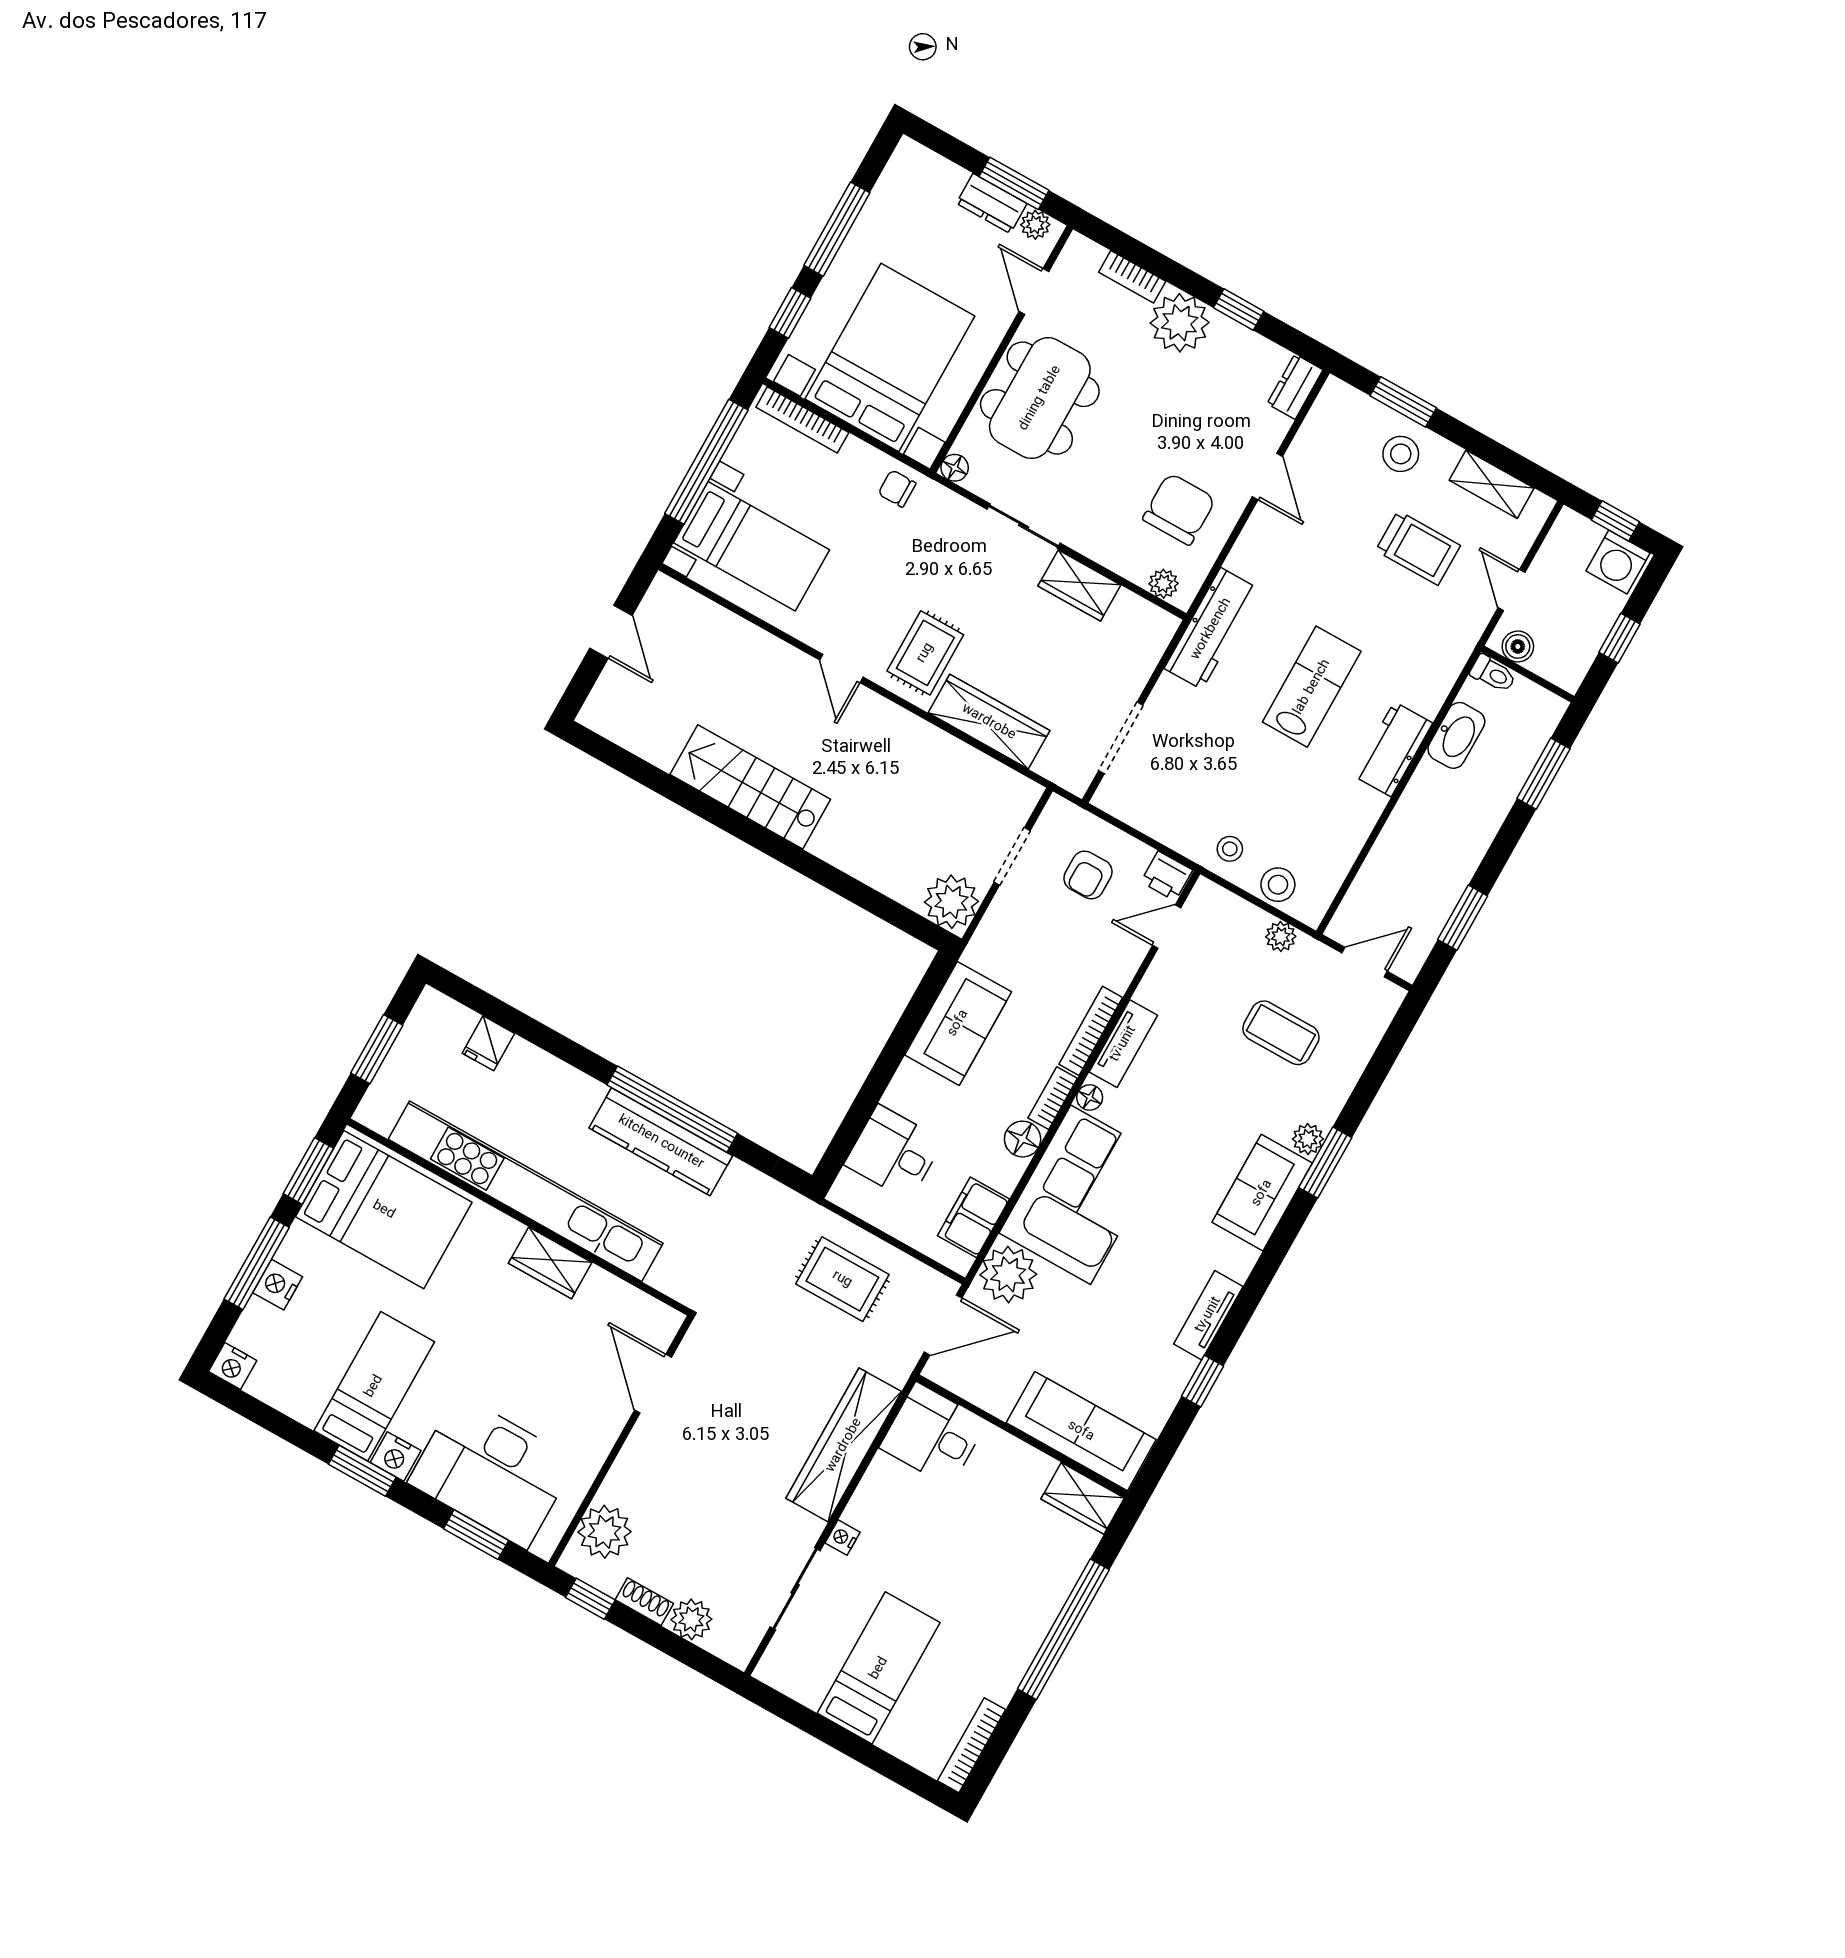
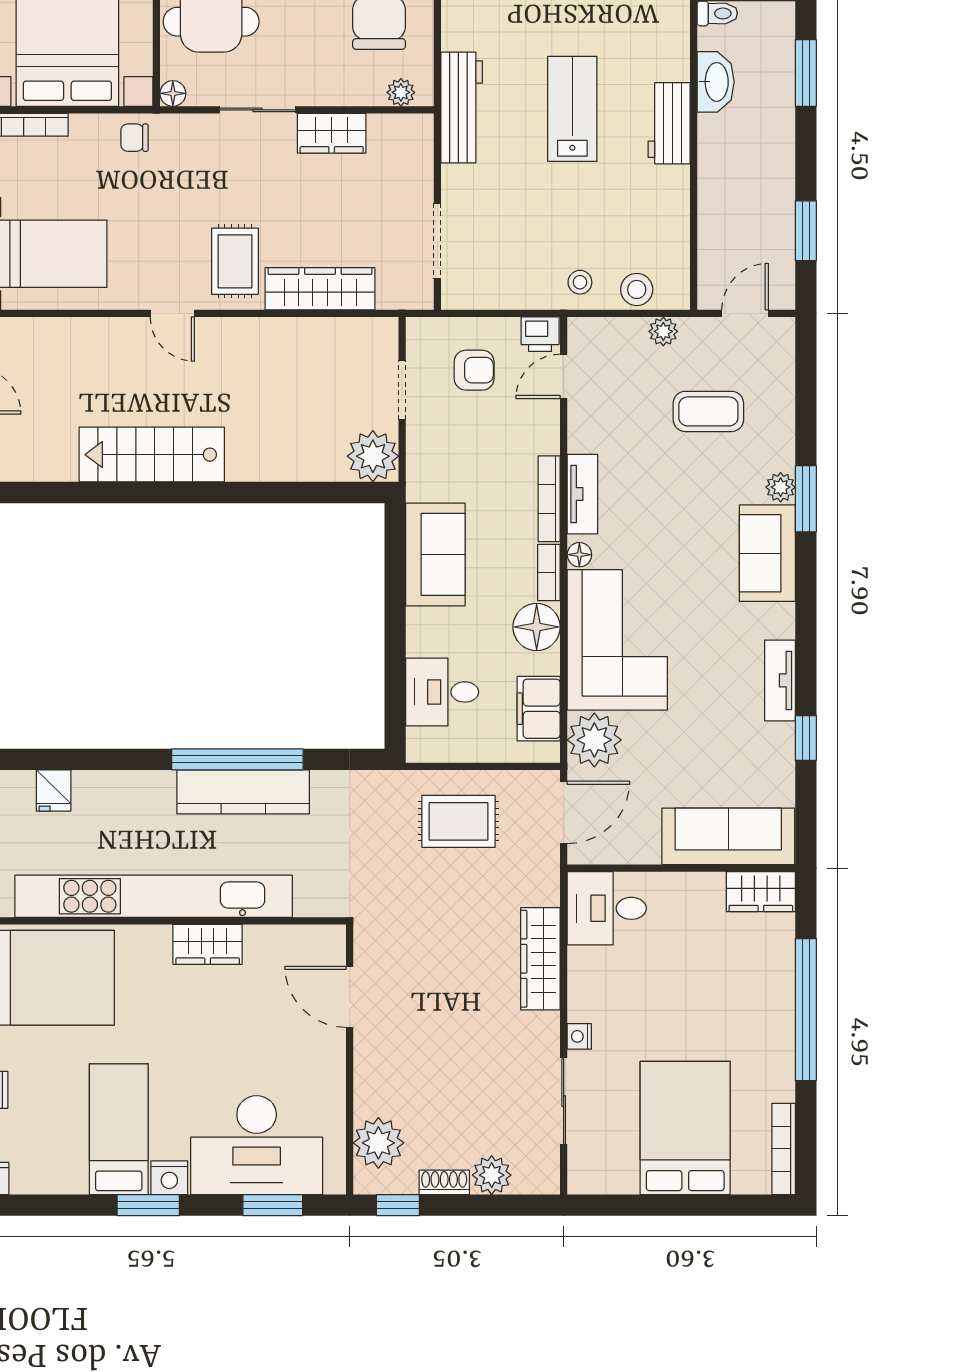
armchair: (1088, 875) -> (474, 370), turned -90
floor lamp: (1023, 1139) -> (537, 627), width x1.38, depth x1.38
wardrobe: (844, 1445) -> (540, 959), width x0.71, depth x0.85
bed: (879, 1668) -> (685, 1128), width x1.50

